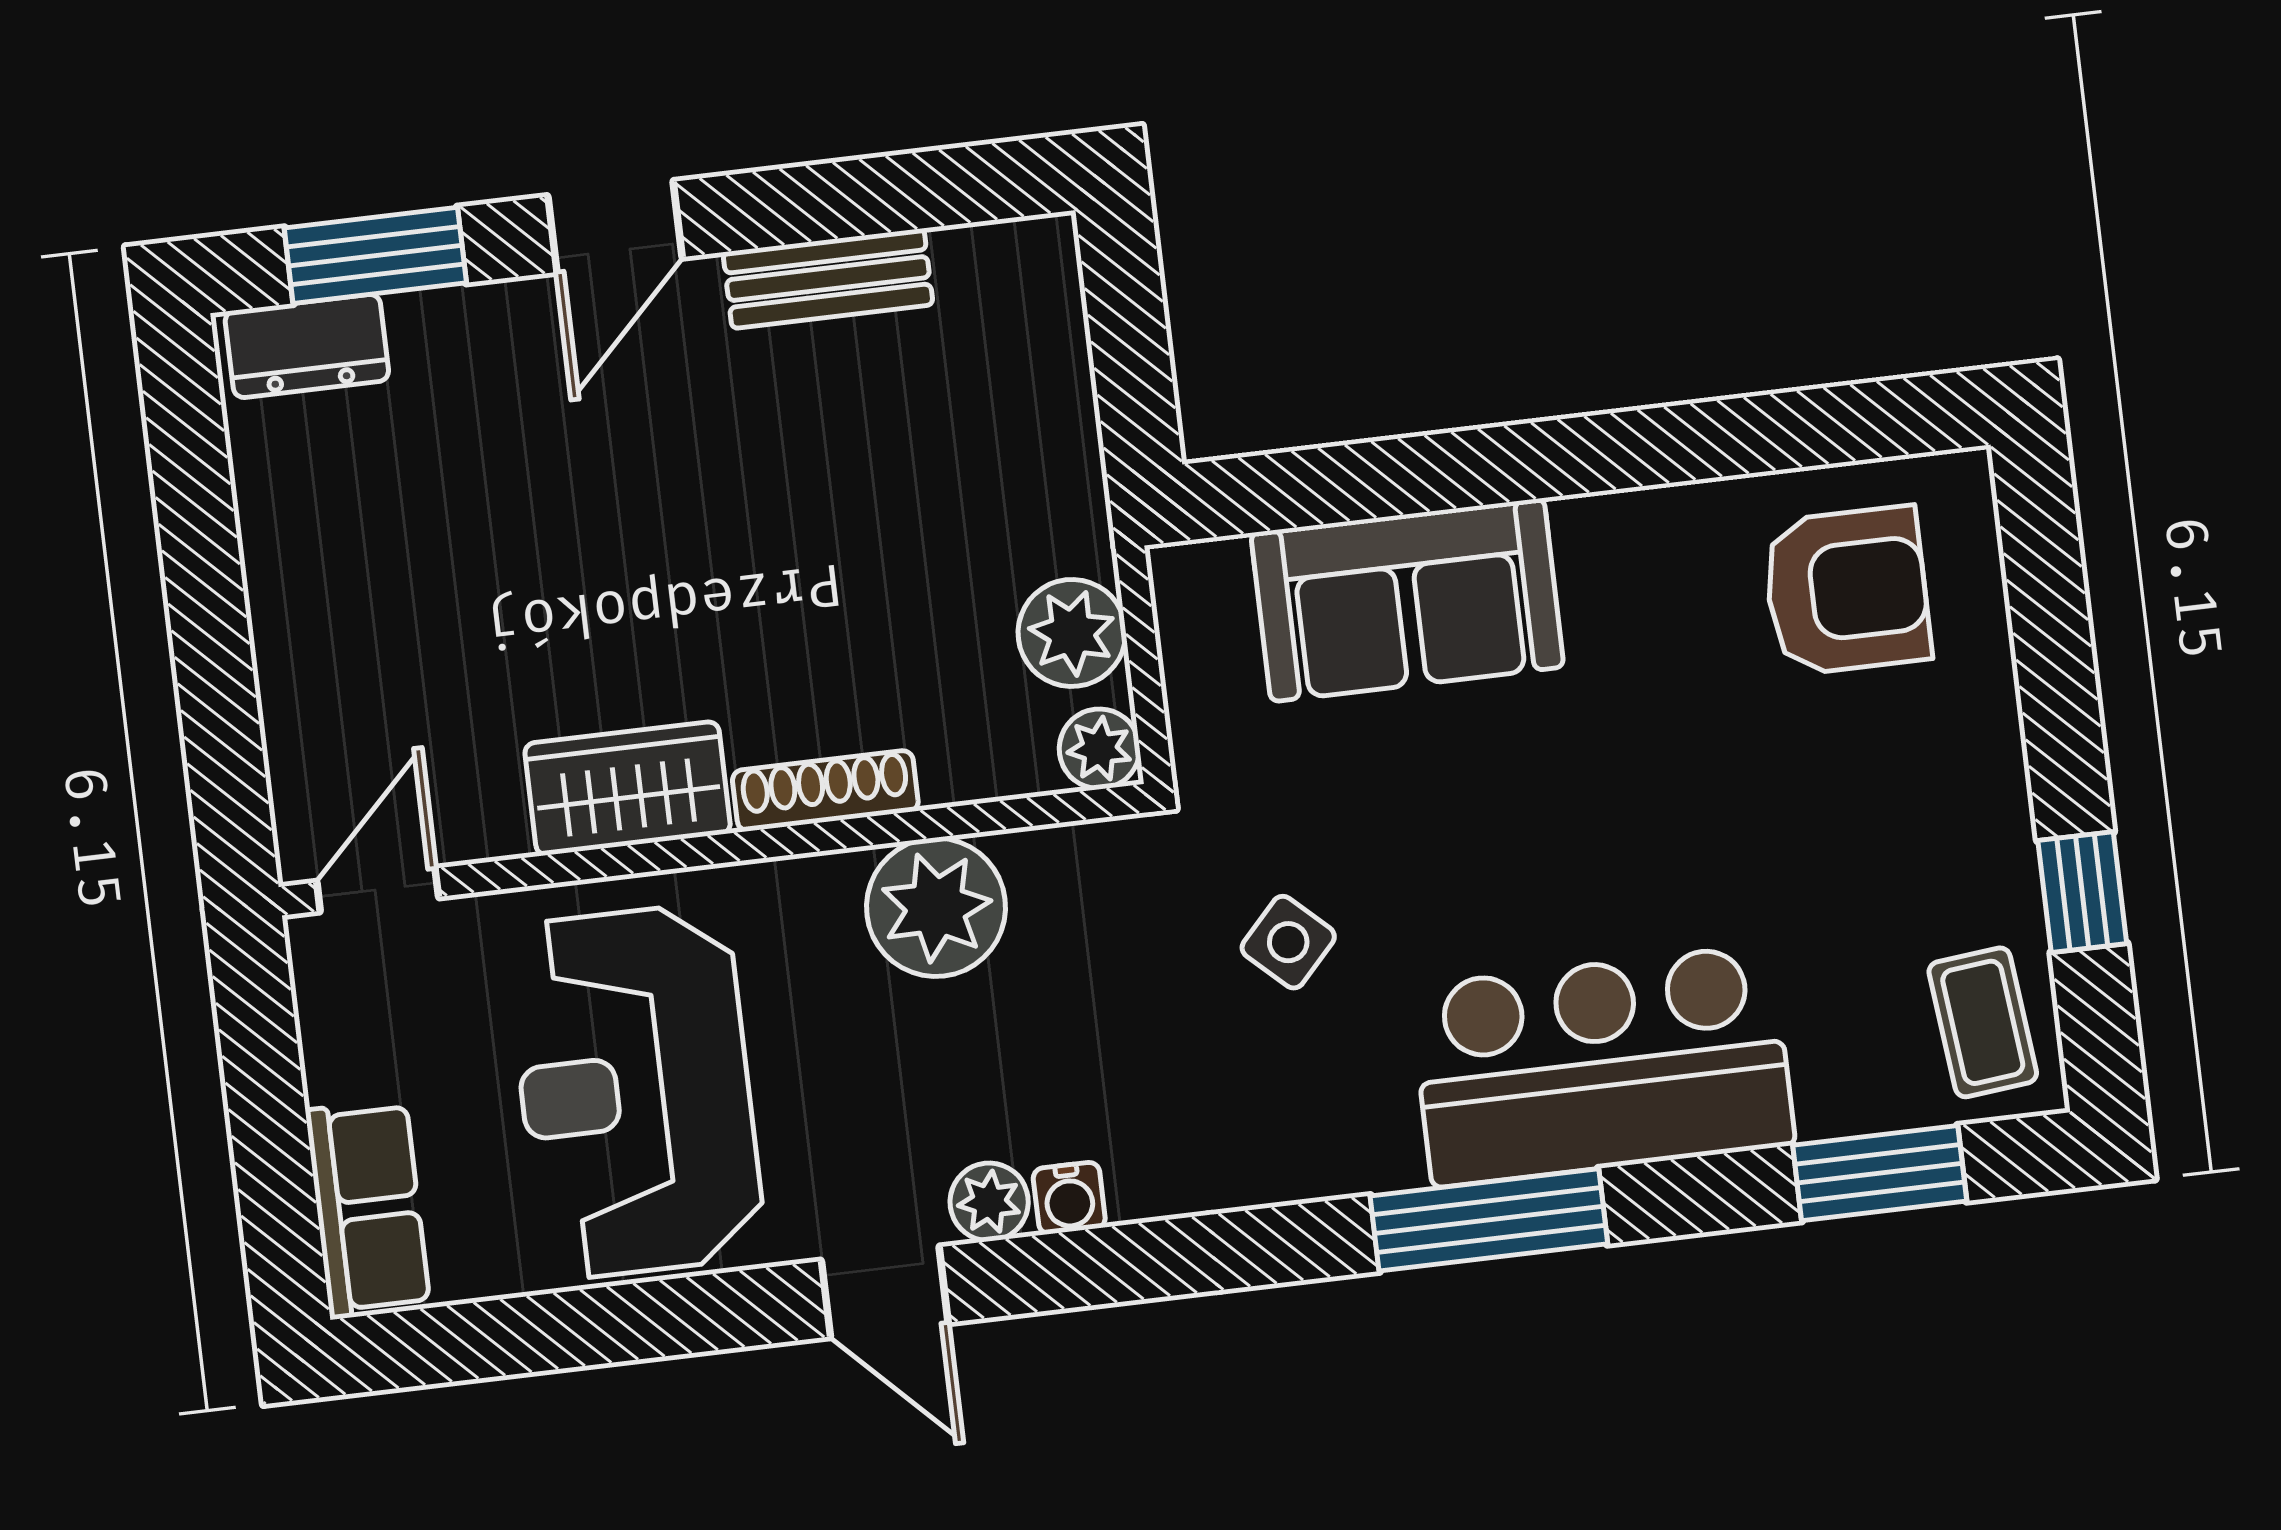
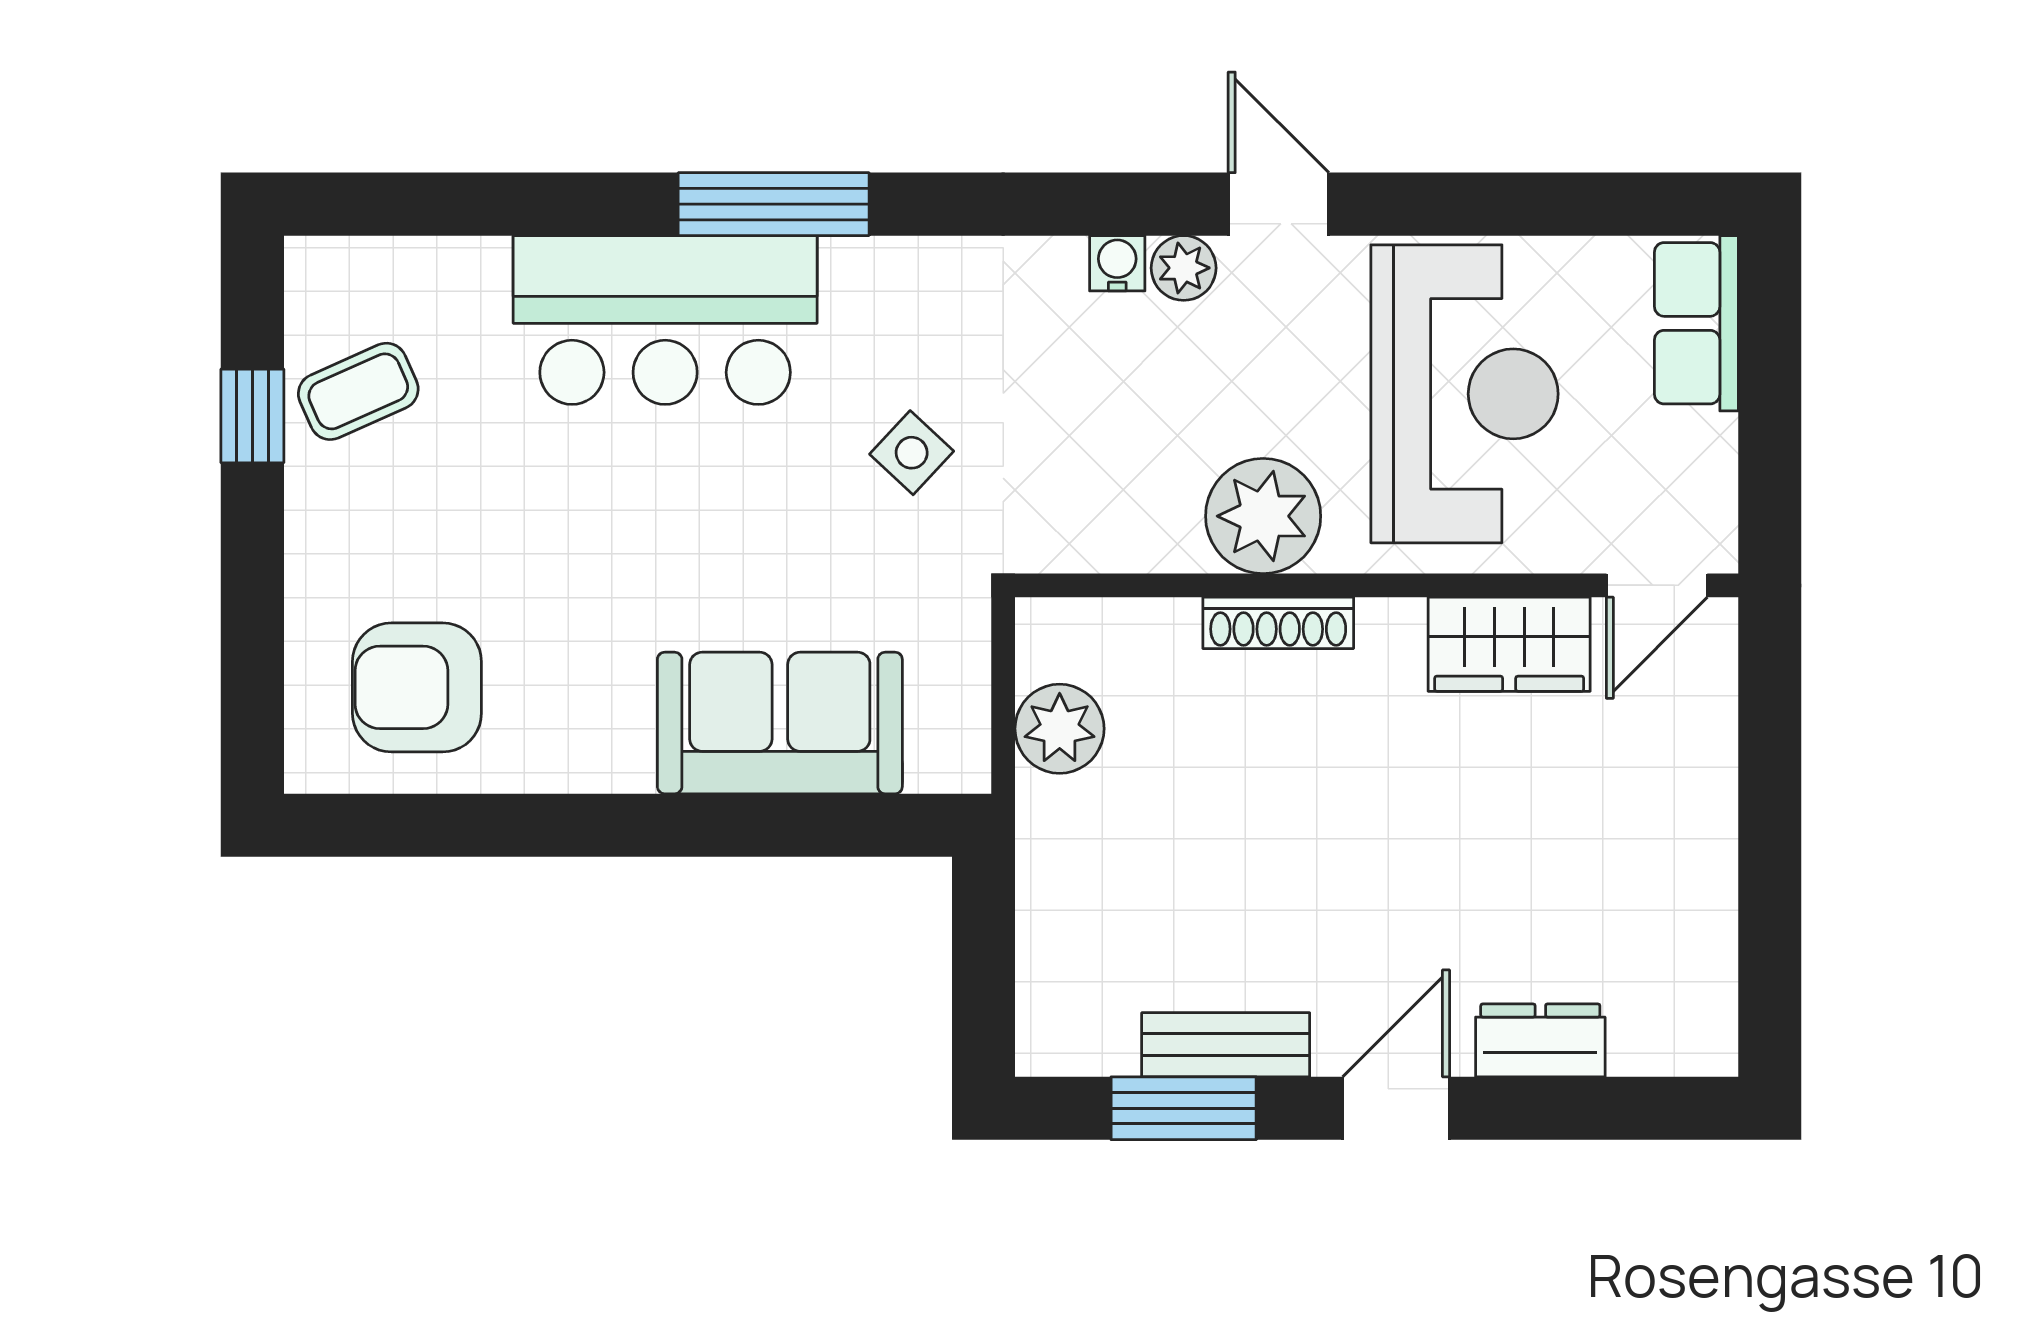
window: (375, 255) -> (1184, 1108), moved
dresser: (307, 346) -> (1540, 1040), moved
plant: (1099, 749) -> (1048, 631), removed
wardrobe: (628, 788) -> (1509, 644), moved
plant: (936, 907) -> (1263, 516), moved
coffee table: (1983, 1022) -> (358, 391), moved, turned 72
window: (1880, 1173) -> (447, 204), removed

